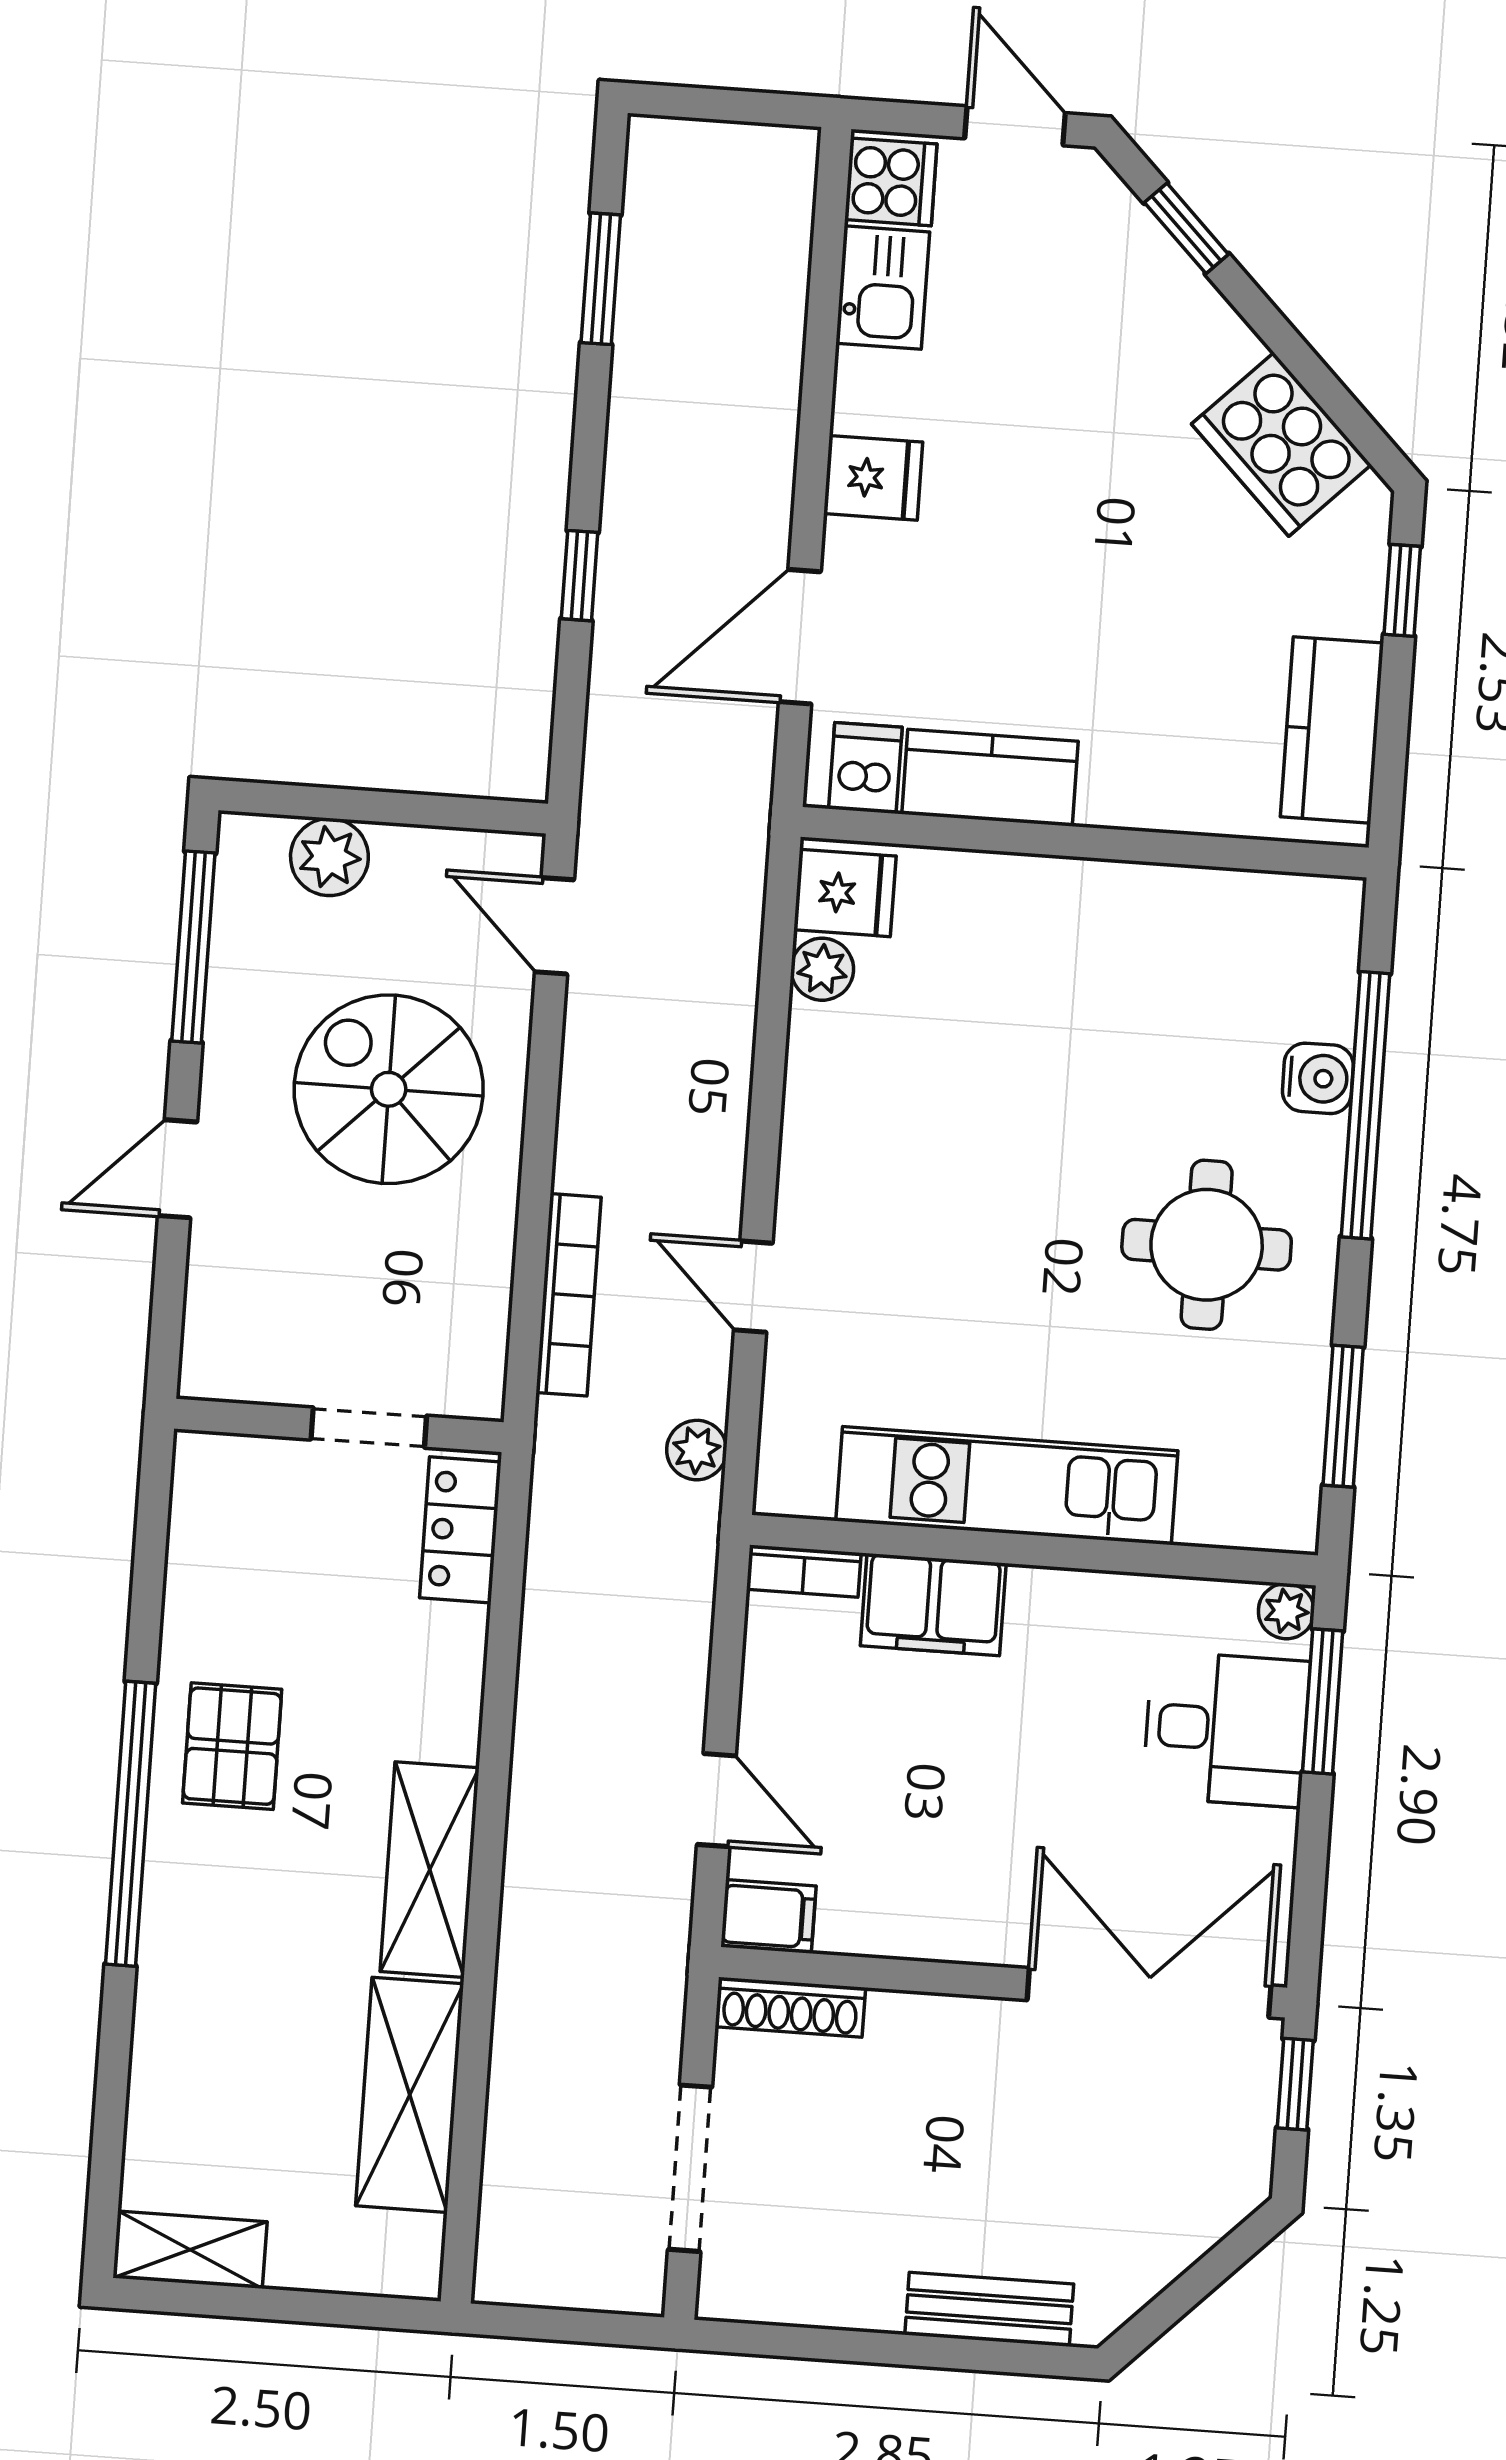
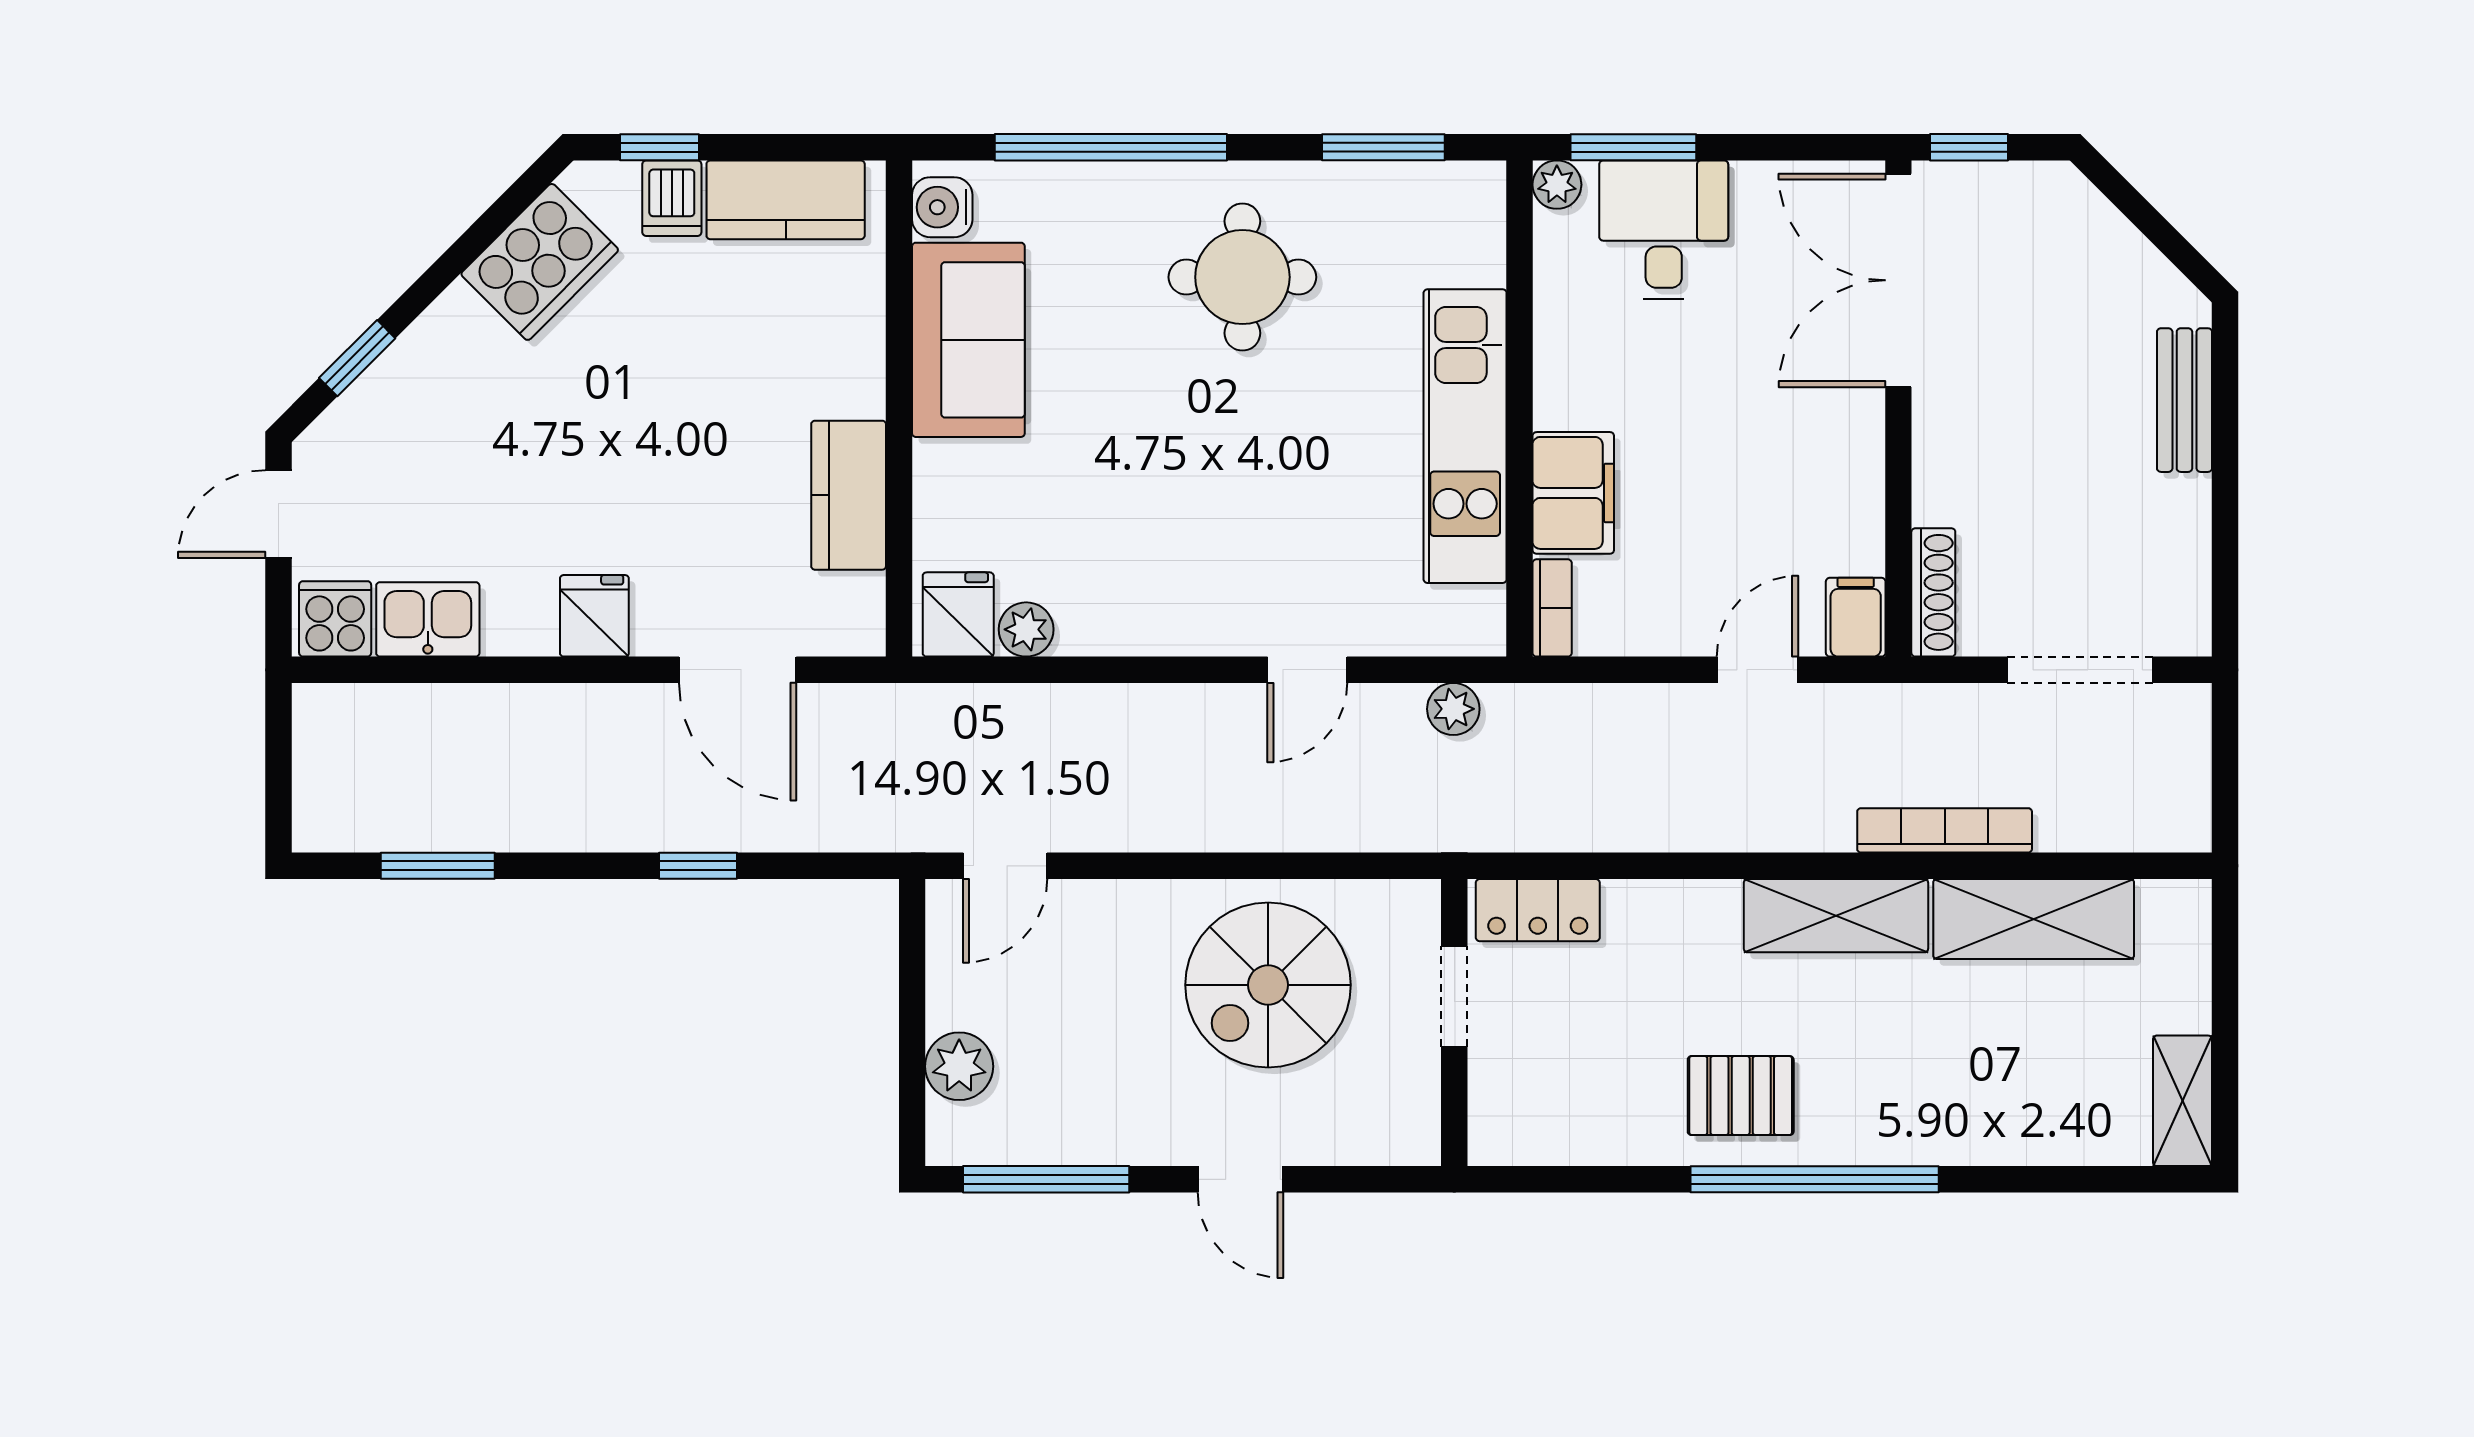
dishwasher: (865, 768) -> (672, 198), moved, turned -90
sofa: (1157, 927) -> (968, 340), added
water cooler: (1318, 1078) -> (942, 207), moved, turned -90
spiral stairs: (389, 1089) -> (1268, 985), moved
bookcase: (569, 1295) -> (1945, 830), moved

